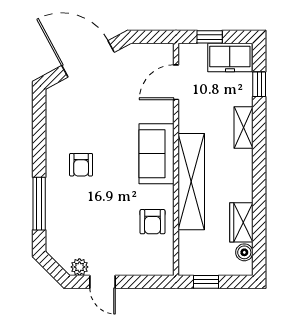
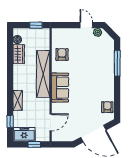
armchair: (81, 165) -> (107, 107), moved

